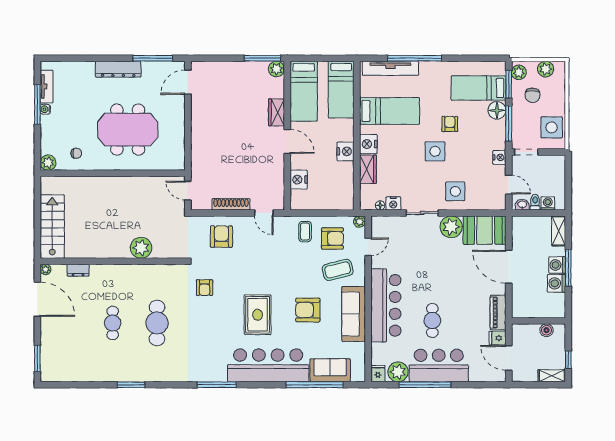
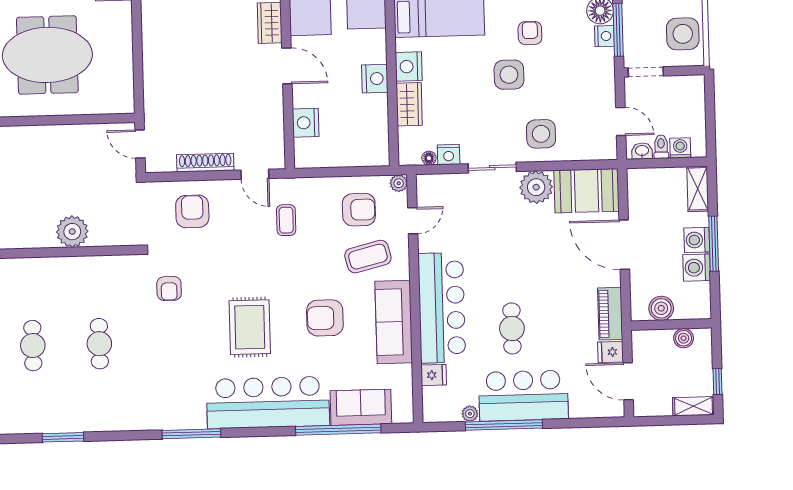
nightstand: (499, 157) -> (604, 36), moved
coffee table: (305, 232) -> (286, 220), moved
boiler: (532, 310) -> (661, 308), added
cafe table: (157, 323) -> (99, 344), width x0.73, depth x0.74
plant: (398, 372) -> (470, 414), width x0.53, depth x0.53
fridge: (378, 374) -> (434, 375), moved, turned 90

